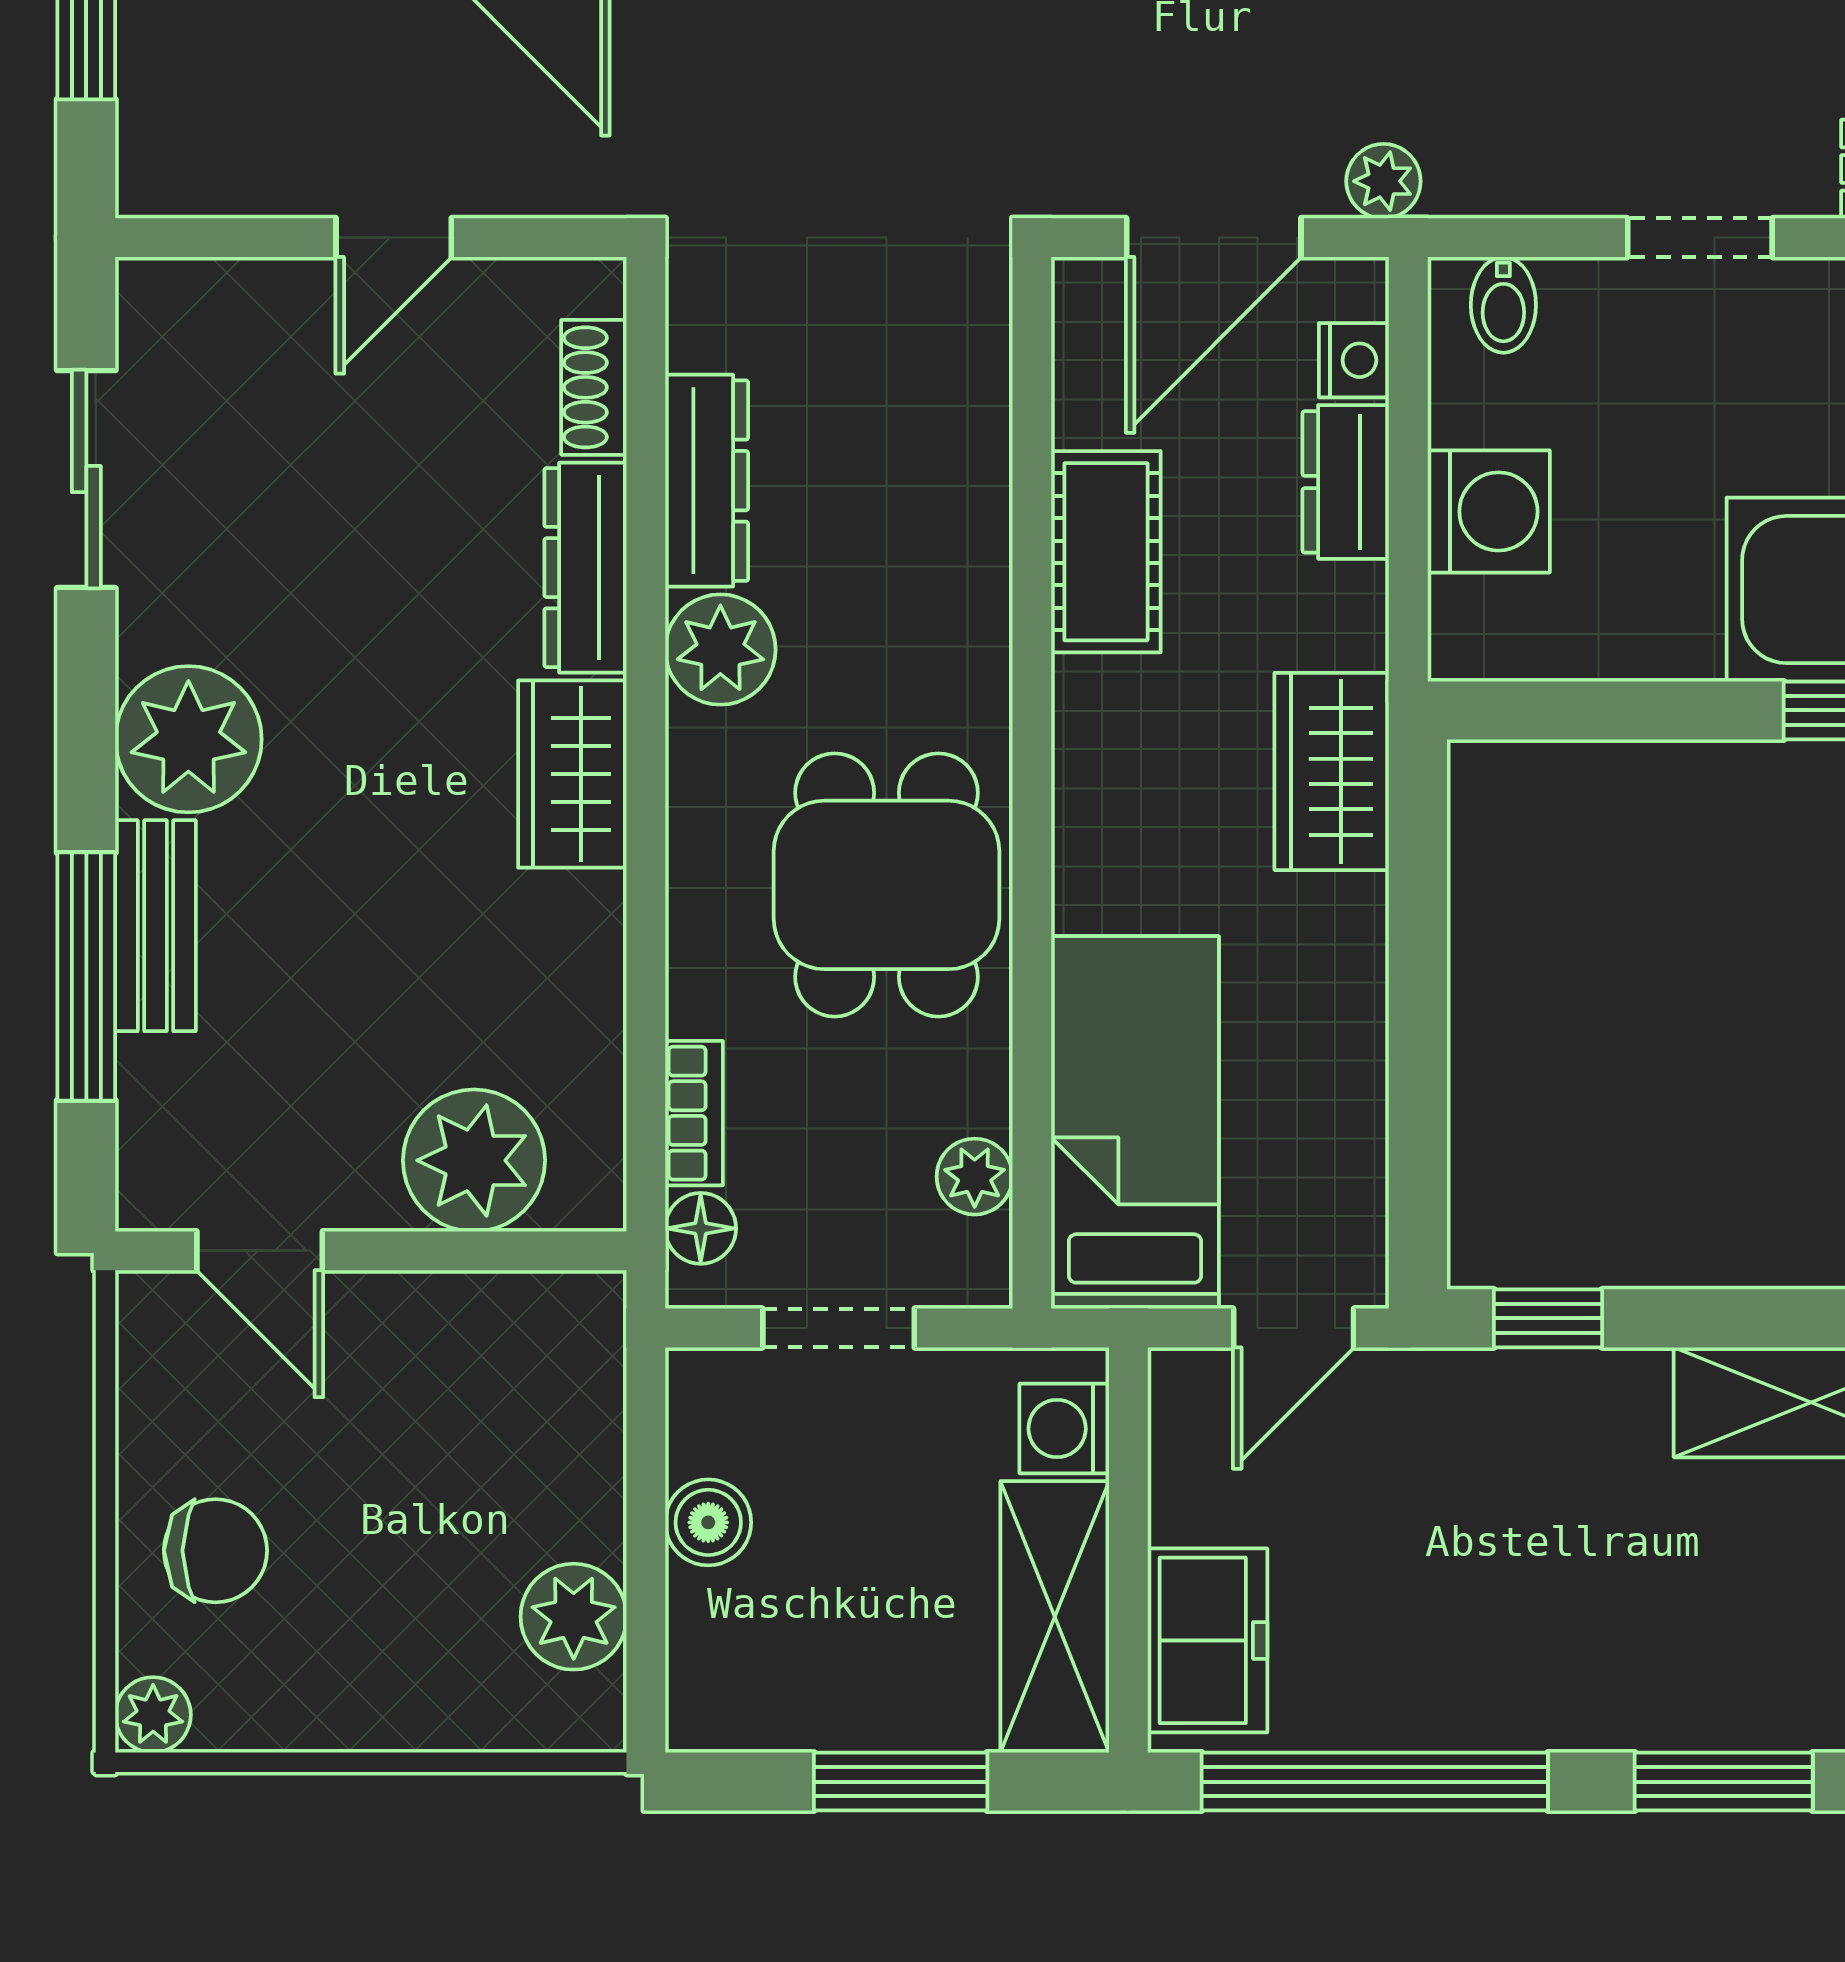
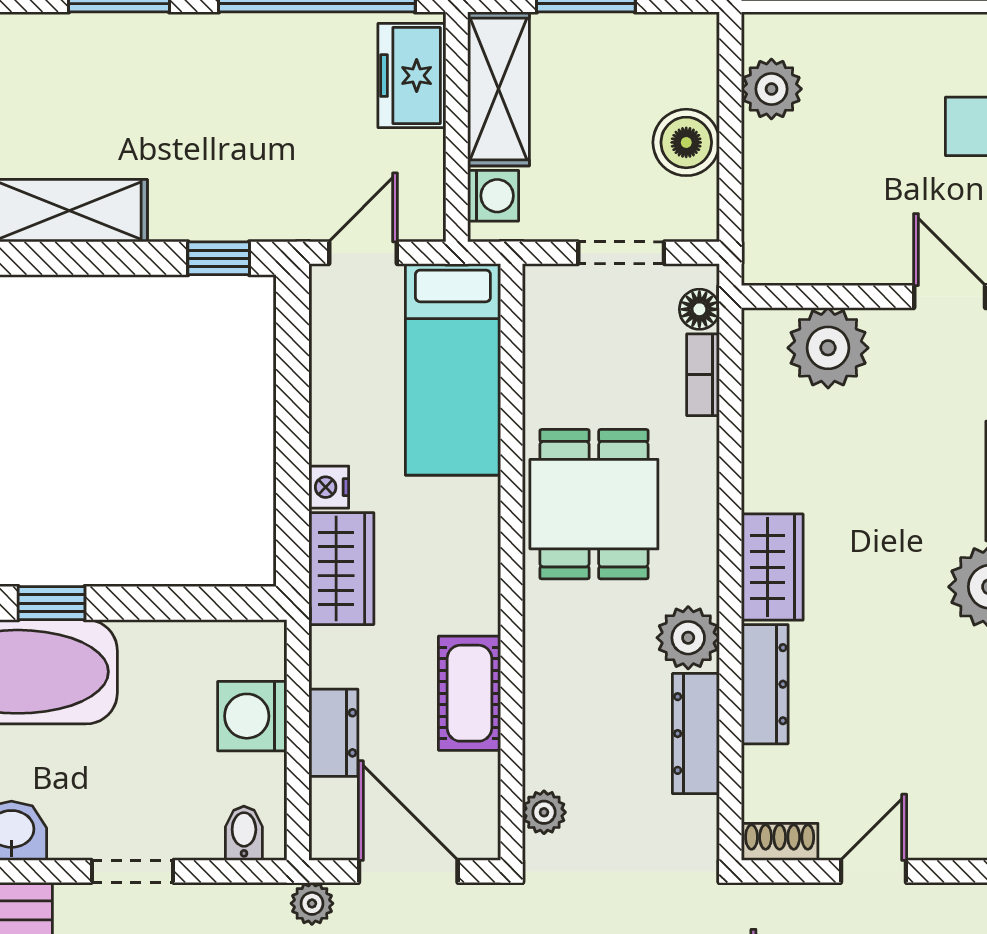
door: (1214, 238) -> (408, 871), hinge flipped
nightstand: (1354, 360) -> (329, 487), moved
shoe rack: (594, 387) -> (780, 842), moved, turned -90
plant: (975, 1177) -> (544, 812), moved
boiler: (708, 1522) -> (686, 142), width x1.36, depth x1.36

